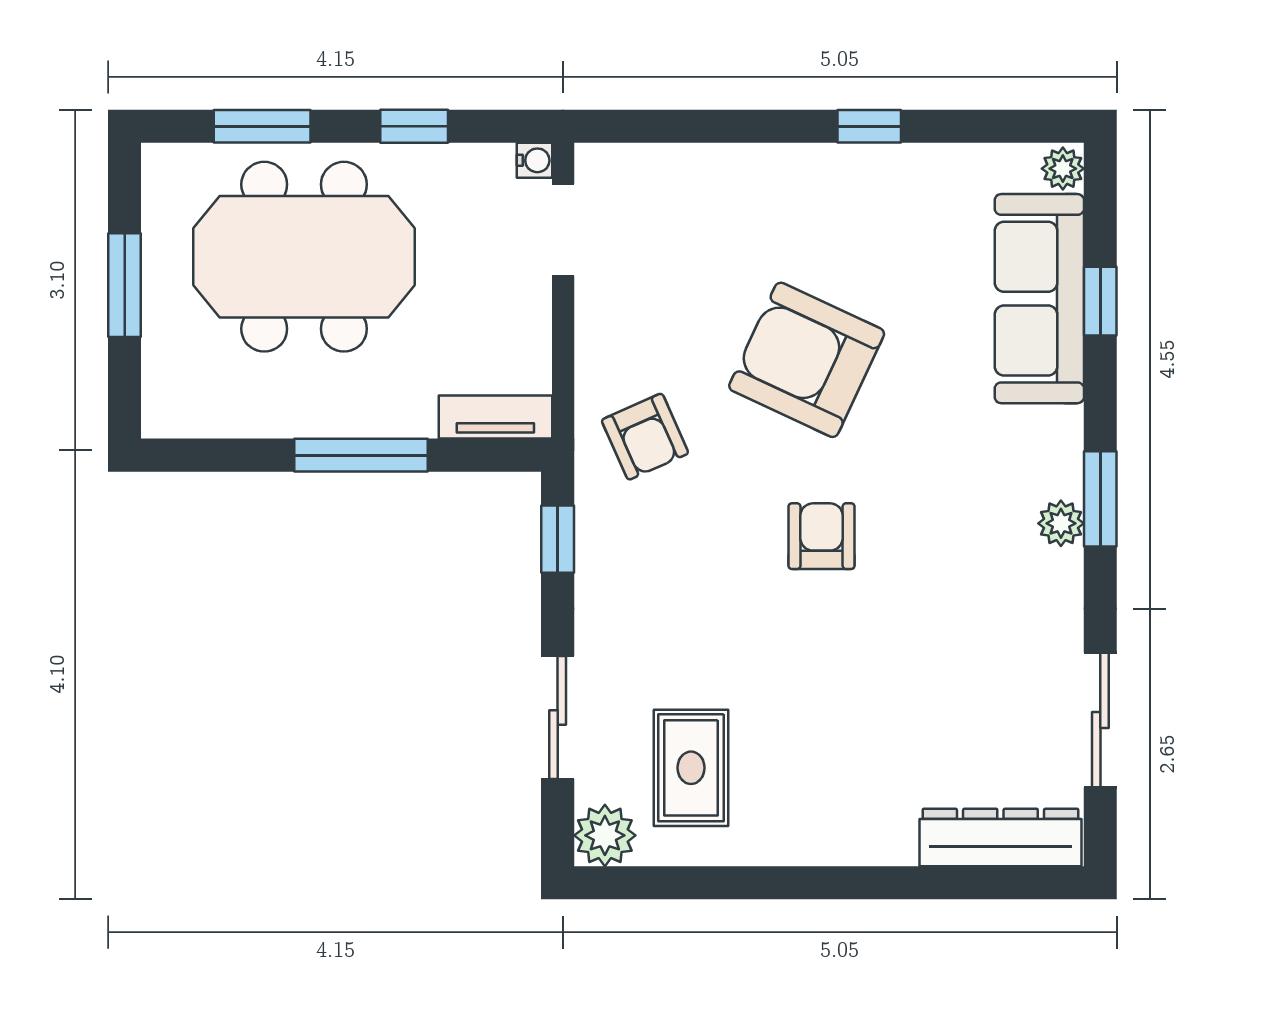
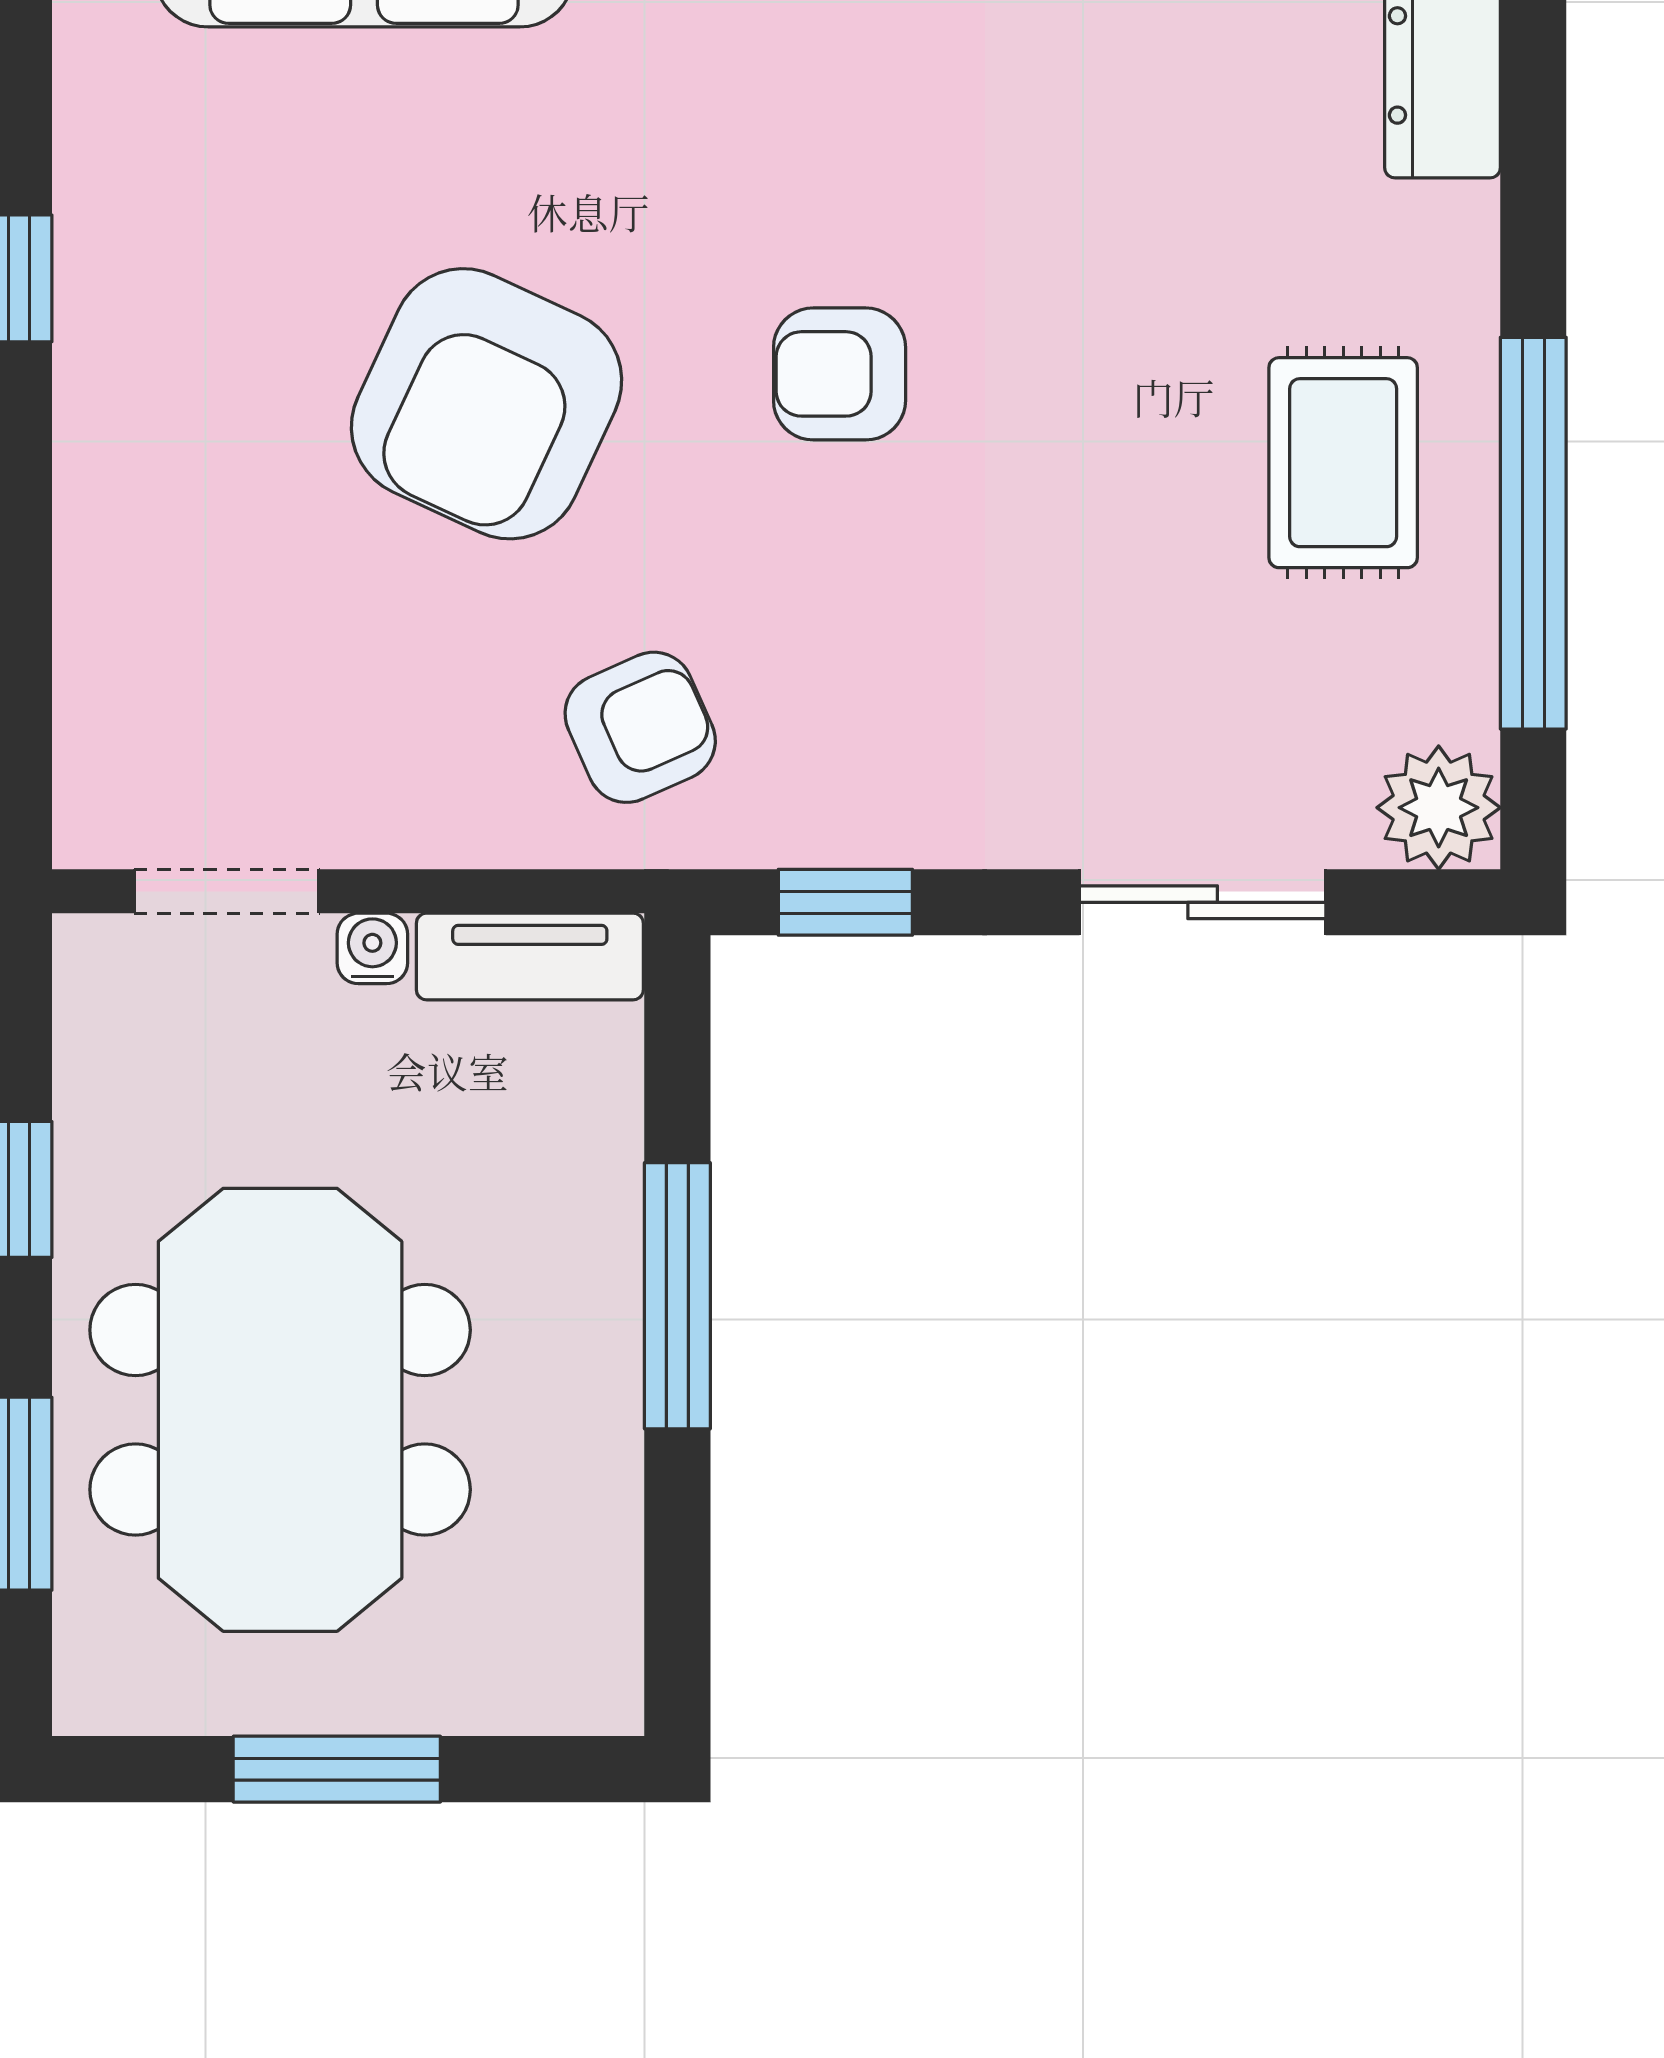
water cooler: (535, 160) -> (372, 948), moved
tv unit: (495, 417) -> (530, 957), moved, turned -90
rug: (691, 768) -> (1343, 463), moved, turned 90
window: (742, 883) -> (1533, 533), added

